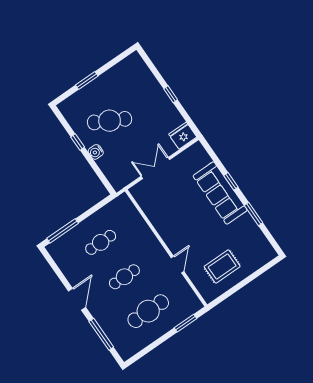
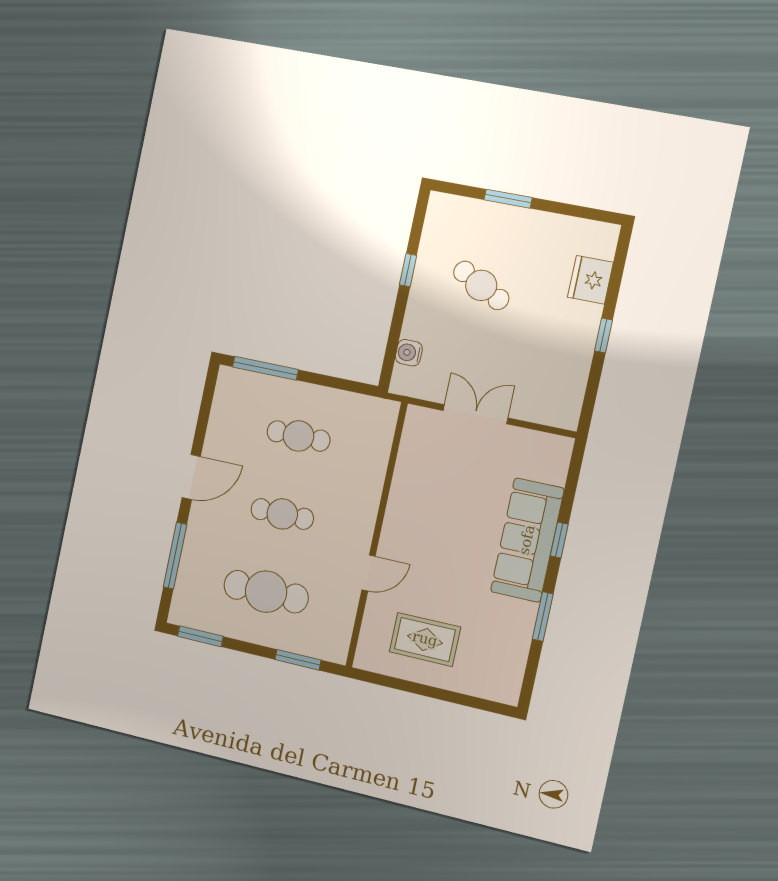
cafe table: (110, 121) -> (481, 285), width x0.73, depth x0.74
fridge: (183, 136) -> (590, 280), moved, turned -90
water cooler: (96, 152) -> (409, 353), moved
window: (142, 354) -> (200, 636), added

